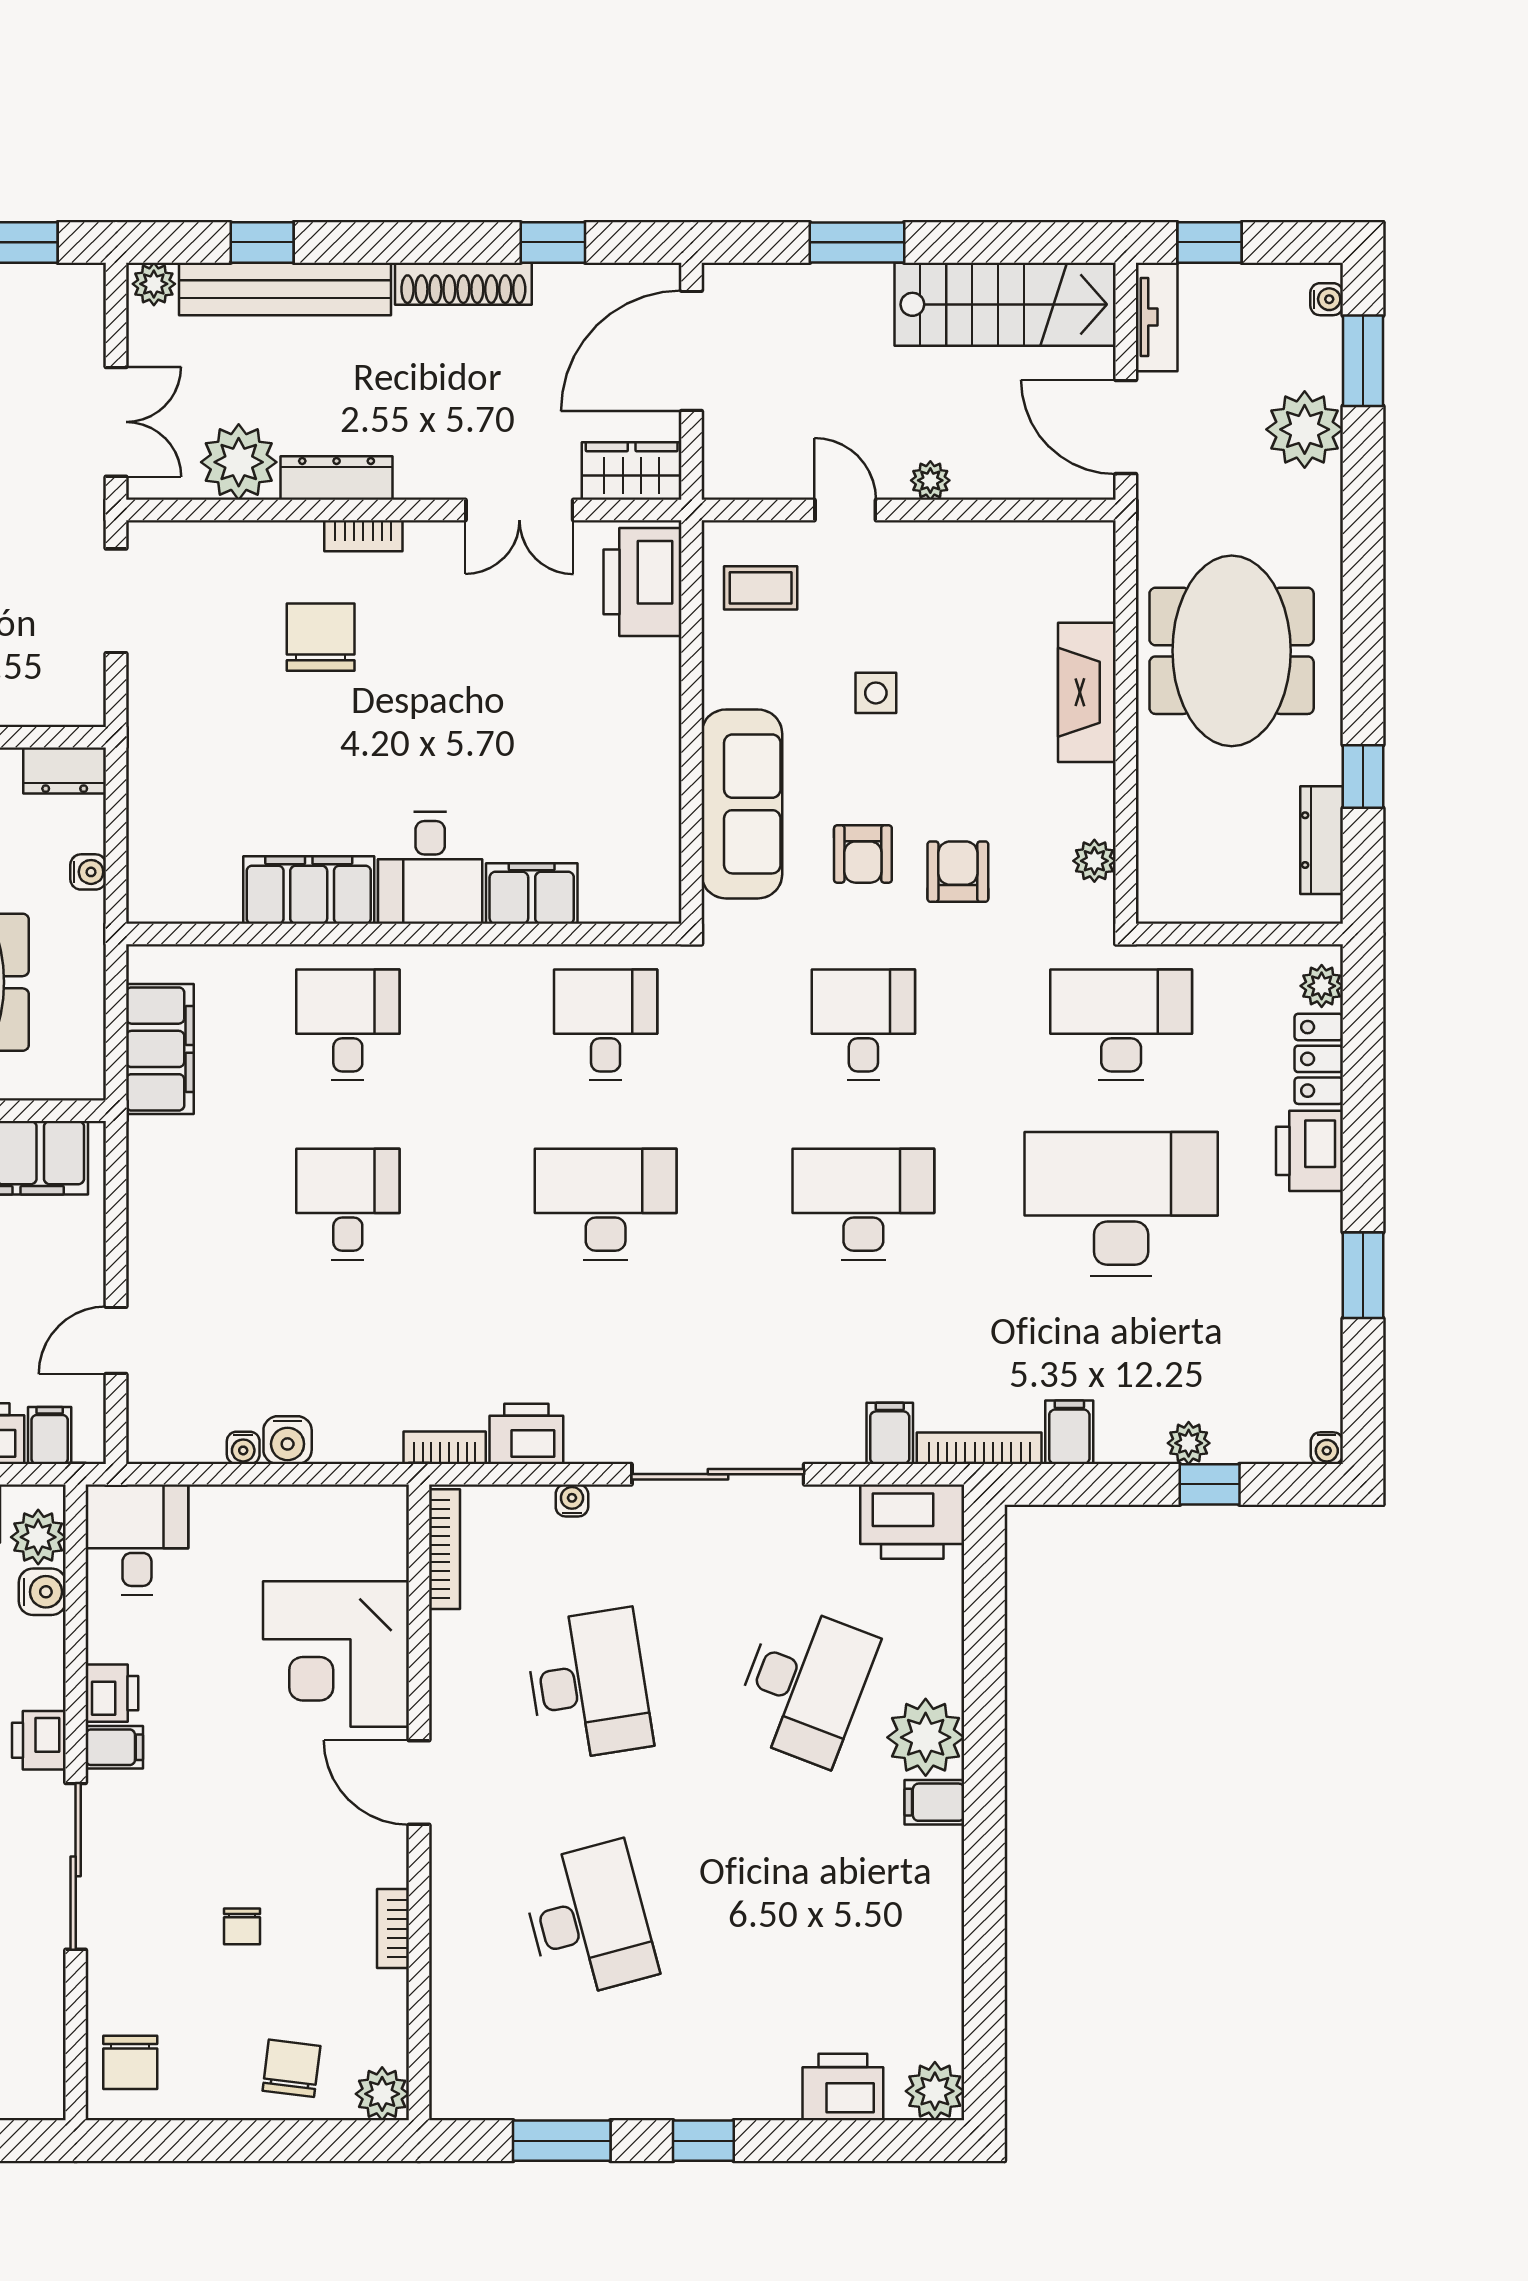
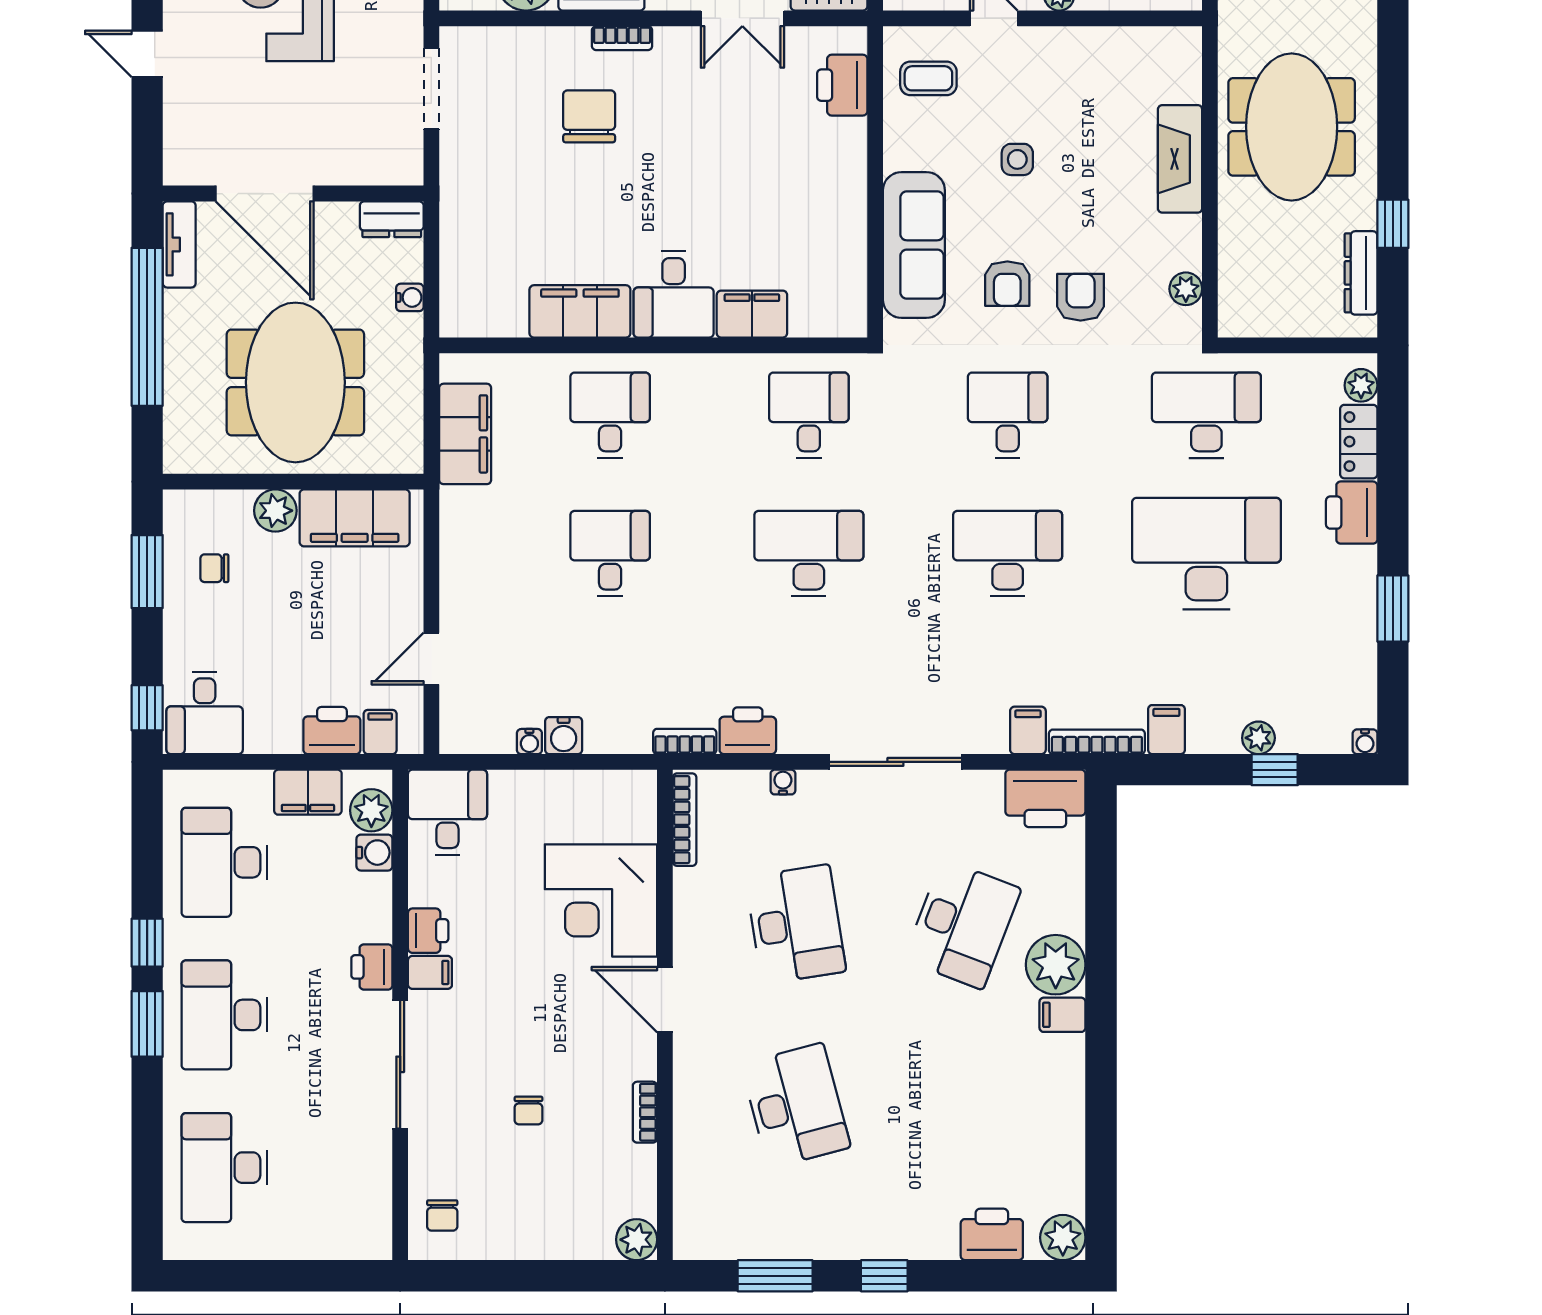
printer: (643, 582) -> (842, 85), width x0.73, depth x0.84
chair: (130, 2062) -> (442, 1215), width x0.73, depth x0.73
chair: (291, 2068) -> (567, 1220), removed

